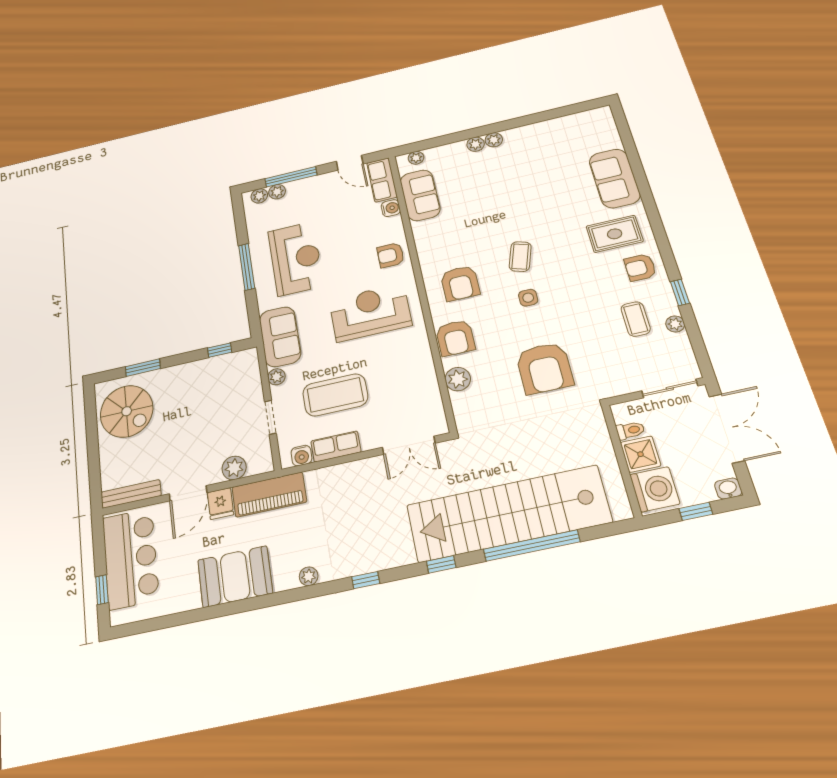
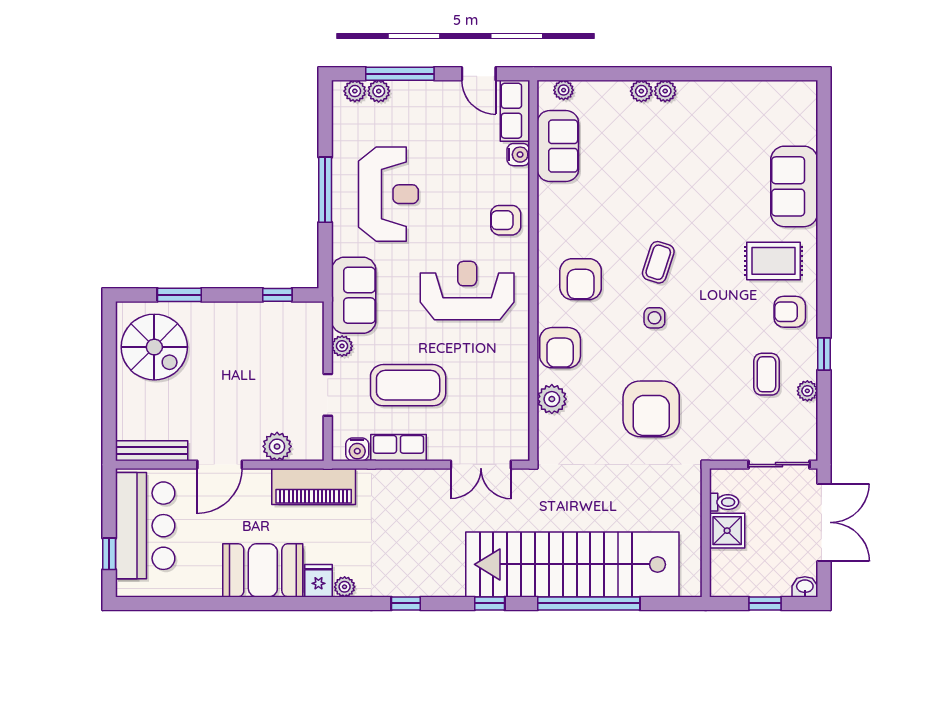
washing machine: (655, 489) -> (731, 571), removed
fridge: (220, 504) -> (318, 581), moved, turned 180

